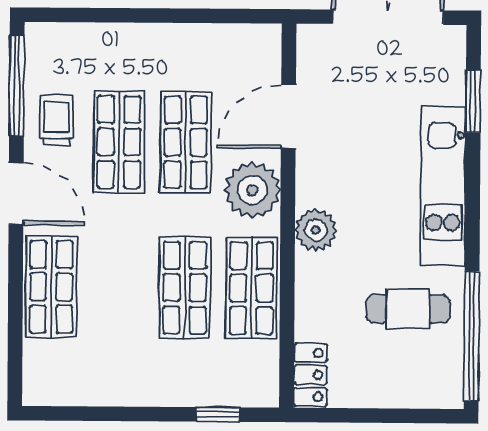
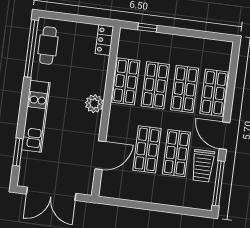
trolley: (57, 121) -> (203, 166), width x1.36, depth x1.39
plant: (252, 190) -> (120, 125), removed
shop shelf: (118, 287) -> (185, 89), added
cafe table: (408, 309) -> (48, 45), moved, turned 90

